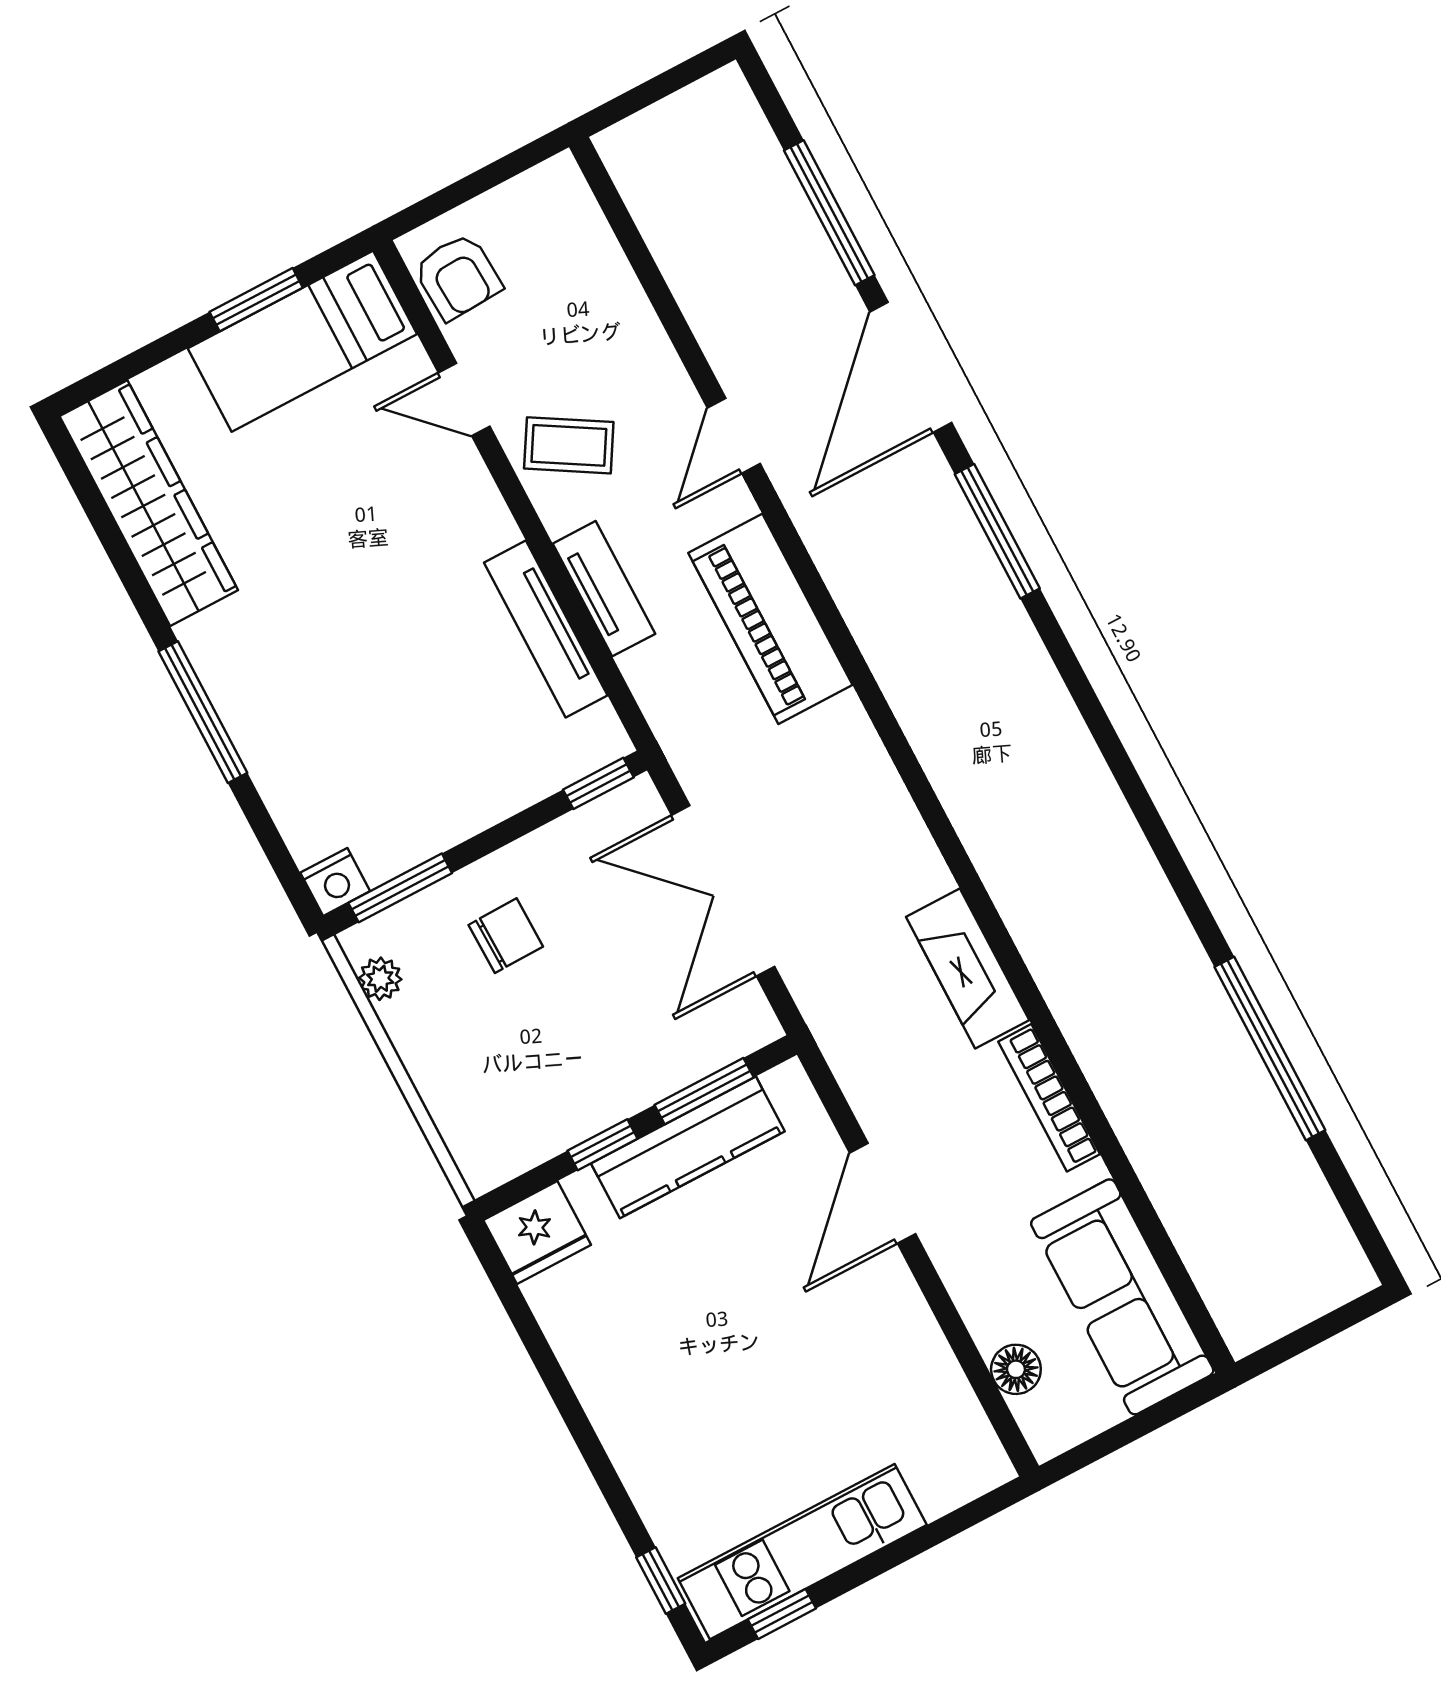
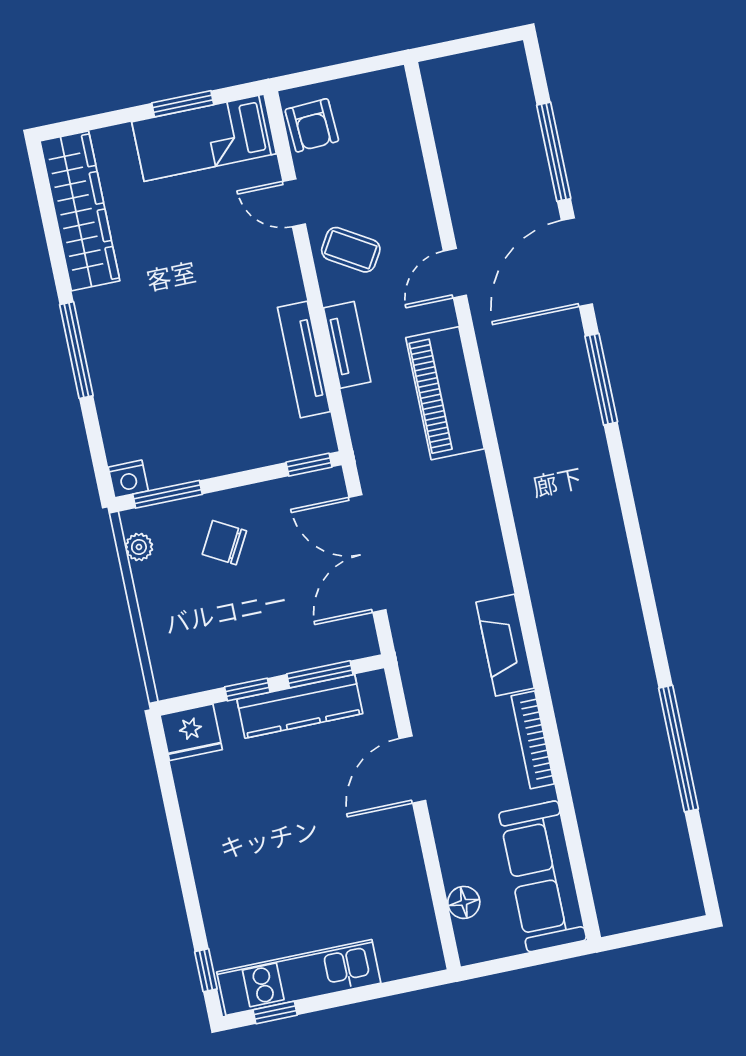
chair: (506, 936) -> (224, 543), turned -150

